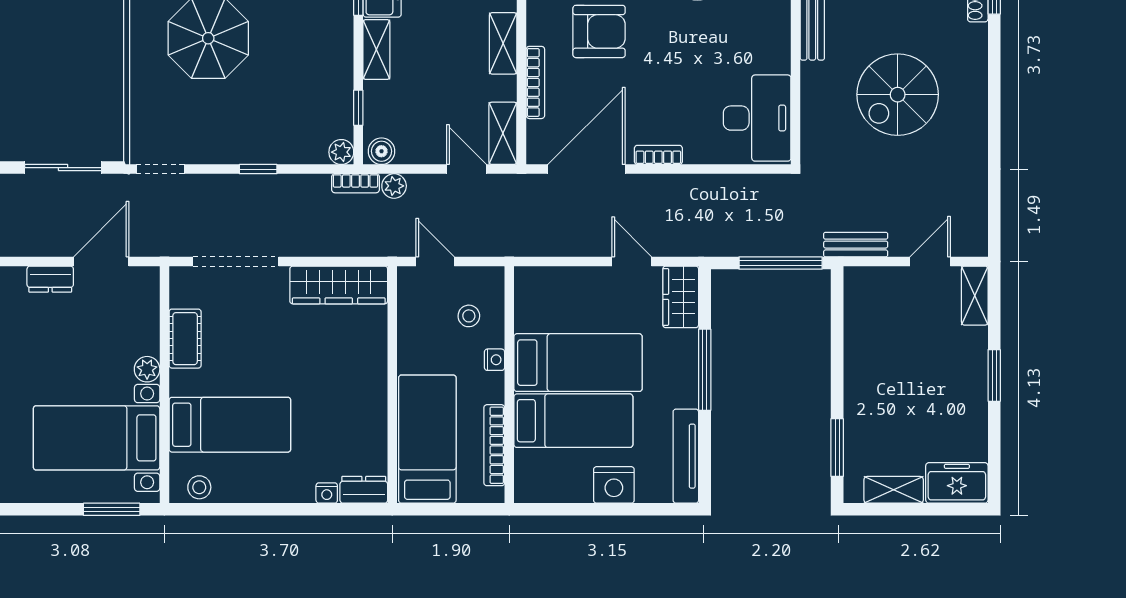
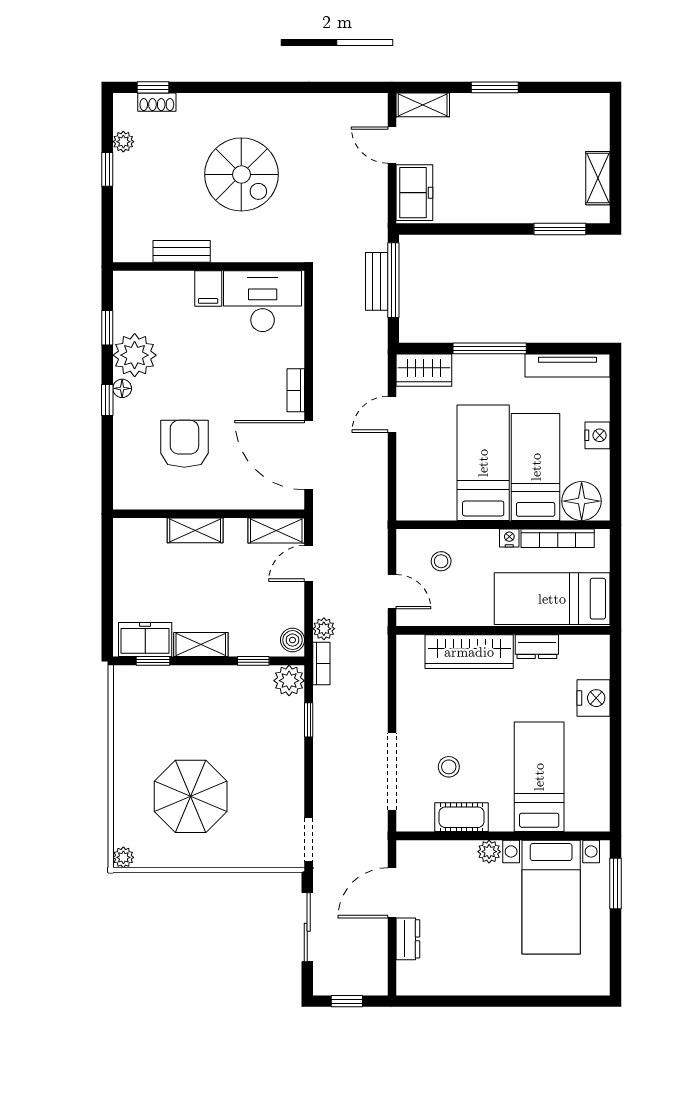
filing cabinet: (771, 58) -> (208, 288), added
bookcase: (535, 82) -> (230, 501), removed
plant: (341, 152) -> (289, 681), width x1.38, depth x1.38
window: (258, 169) -> (309, 720), moved
bench: (856, 245) -> (377, 281), moved
door: (101, 261) -> (392, 893), hinge flipped
door: (435, 261) -> (392, 592), swing flipped
wardrobe: (339, 285) -> (469, 652), moved, turned 90
nightstand: (494, 360) -> (509, 538), moved
floor lamp: (536, 472) -> (582, 501), added
freezer: (957, 483) -> (414, 193), moved, turned 180
nightstand: (614, 485) -> (598, 435), width x0.74, depth x0.75
stool: (199, 487) -> (449, 767), moved
dresser: (364, 490) -> (537, 647), moved, turned -90
nightstand: (327, 493) -> (594, 698), width x1.89, depth x1.79

